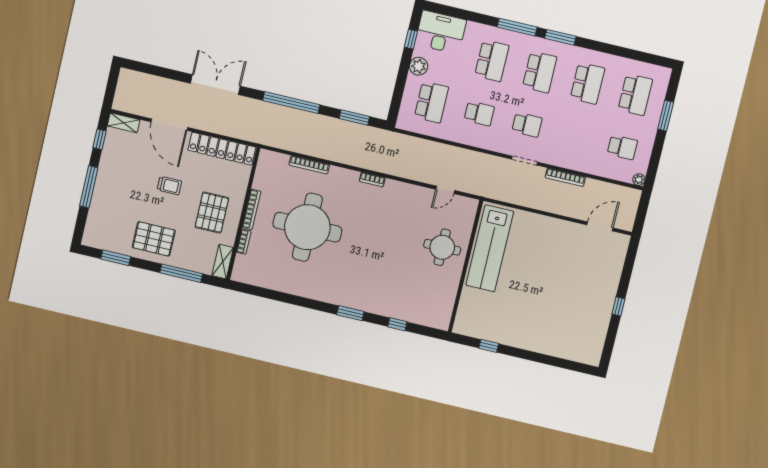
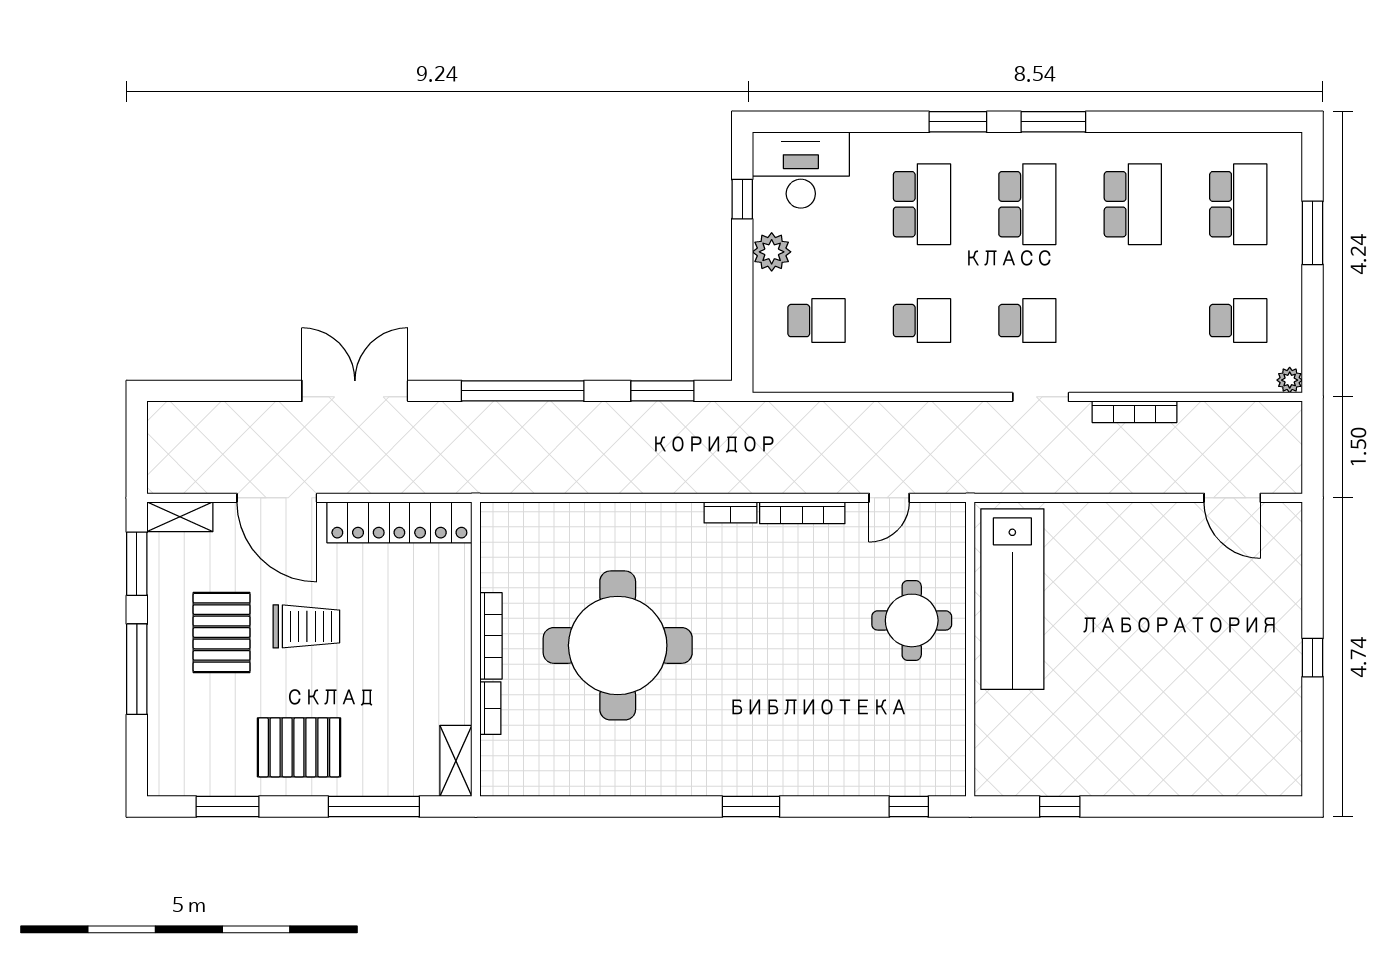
window: (517, 27) -> (958, 122), width x0.69
school desk: (431, 102) -> (816, 321), width x0.54
window: (99, 139) -> (137, 564), width x1.50
bookcase: (309, 165) -> (802, 513), moved
trolley: (169, 186) -> (306, 626), width x1.36, depth x1.39
pallet: (212, 213) -> (222, 632), moved
door: (600, 226) -> (1232, 498), swing flipped
window: (397, 324) -> (909, 807), moved

